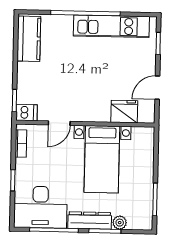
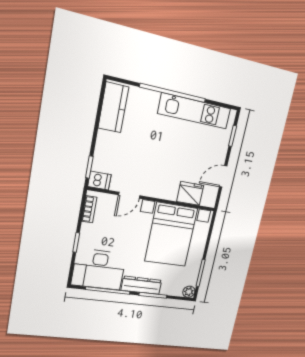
bed with nightstands: (102, 159) -> (171, 235), width x1.36
plant: (120, 223) -> (189, 292), moved

